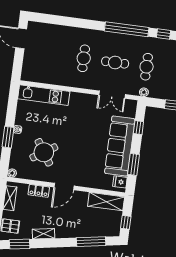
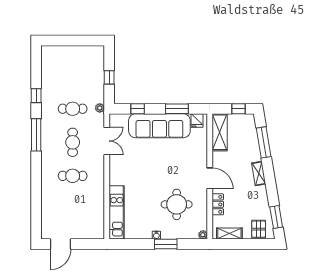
window: (127, 29) -> (36, 135), width x0.68
round table: (44, 152) -> (177, 204), turned 33
shelving: (44, 234) -> (259, 174), moved

